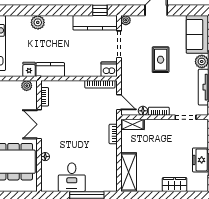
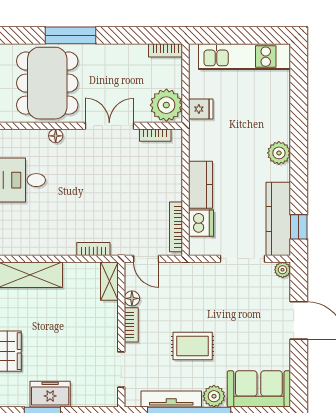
plant: (38, 22) -> (279, 153), moved
rug: (161, 60) -> (193, 346), moved
dishwasher: (109, 69) -> (201, 223), moved
kitchen counter: (50, 70) -> (201, 185), moved
plant: (27, 86) -> (166, 105), width x1.87, depth x1.87
door: (119, 102) -> (146, 259), hinge flipped

